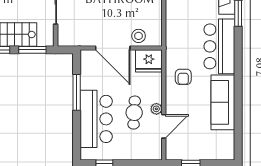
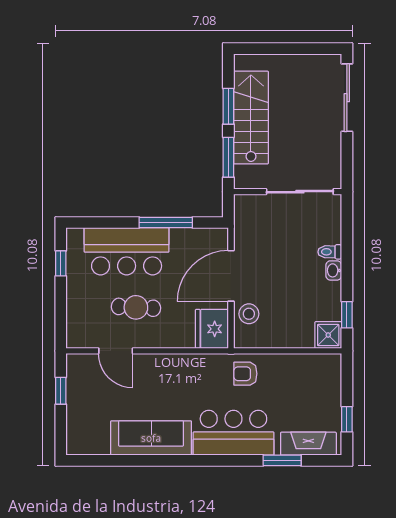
armchair: (183, 77) -> (245, 374), moved
plant: (156, 109) -> (141, 340), removed

